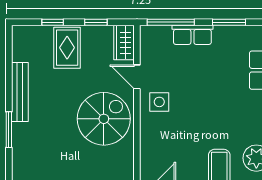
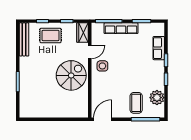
row of seats: (192, 35) -> (121, 28), width x1.48
rug: (67, 48) -> (51, 35), turned 90
door: (137, 77) -> (90, 52), swing flipped
bench: (20, 92) -> (24, 39), moved

